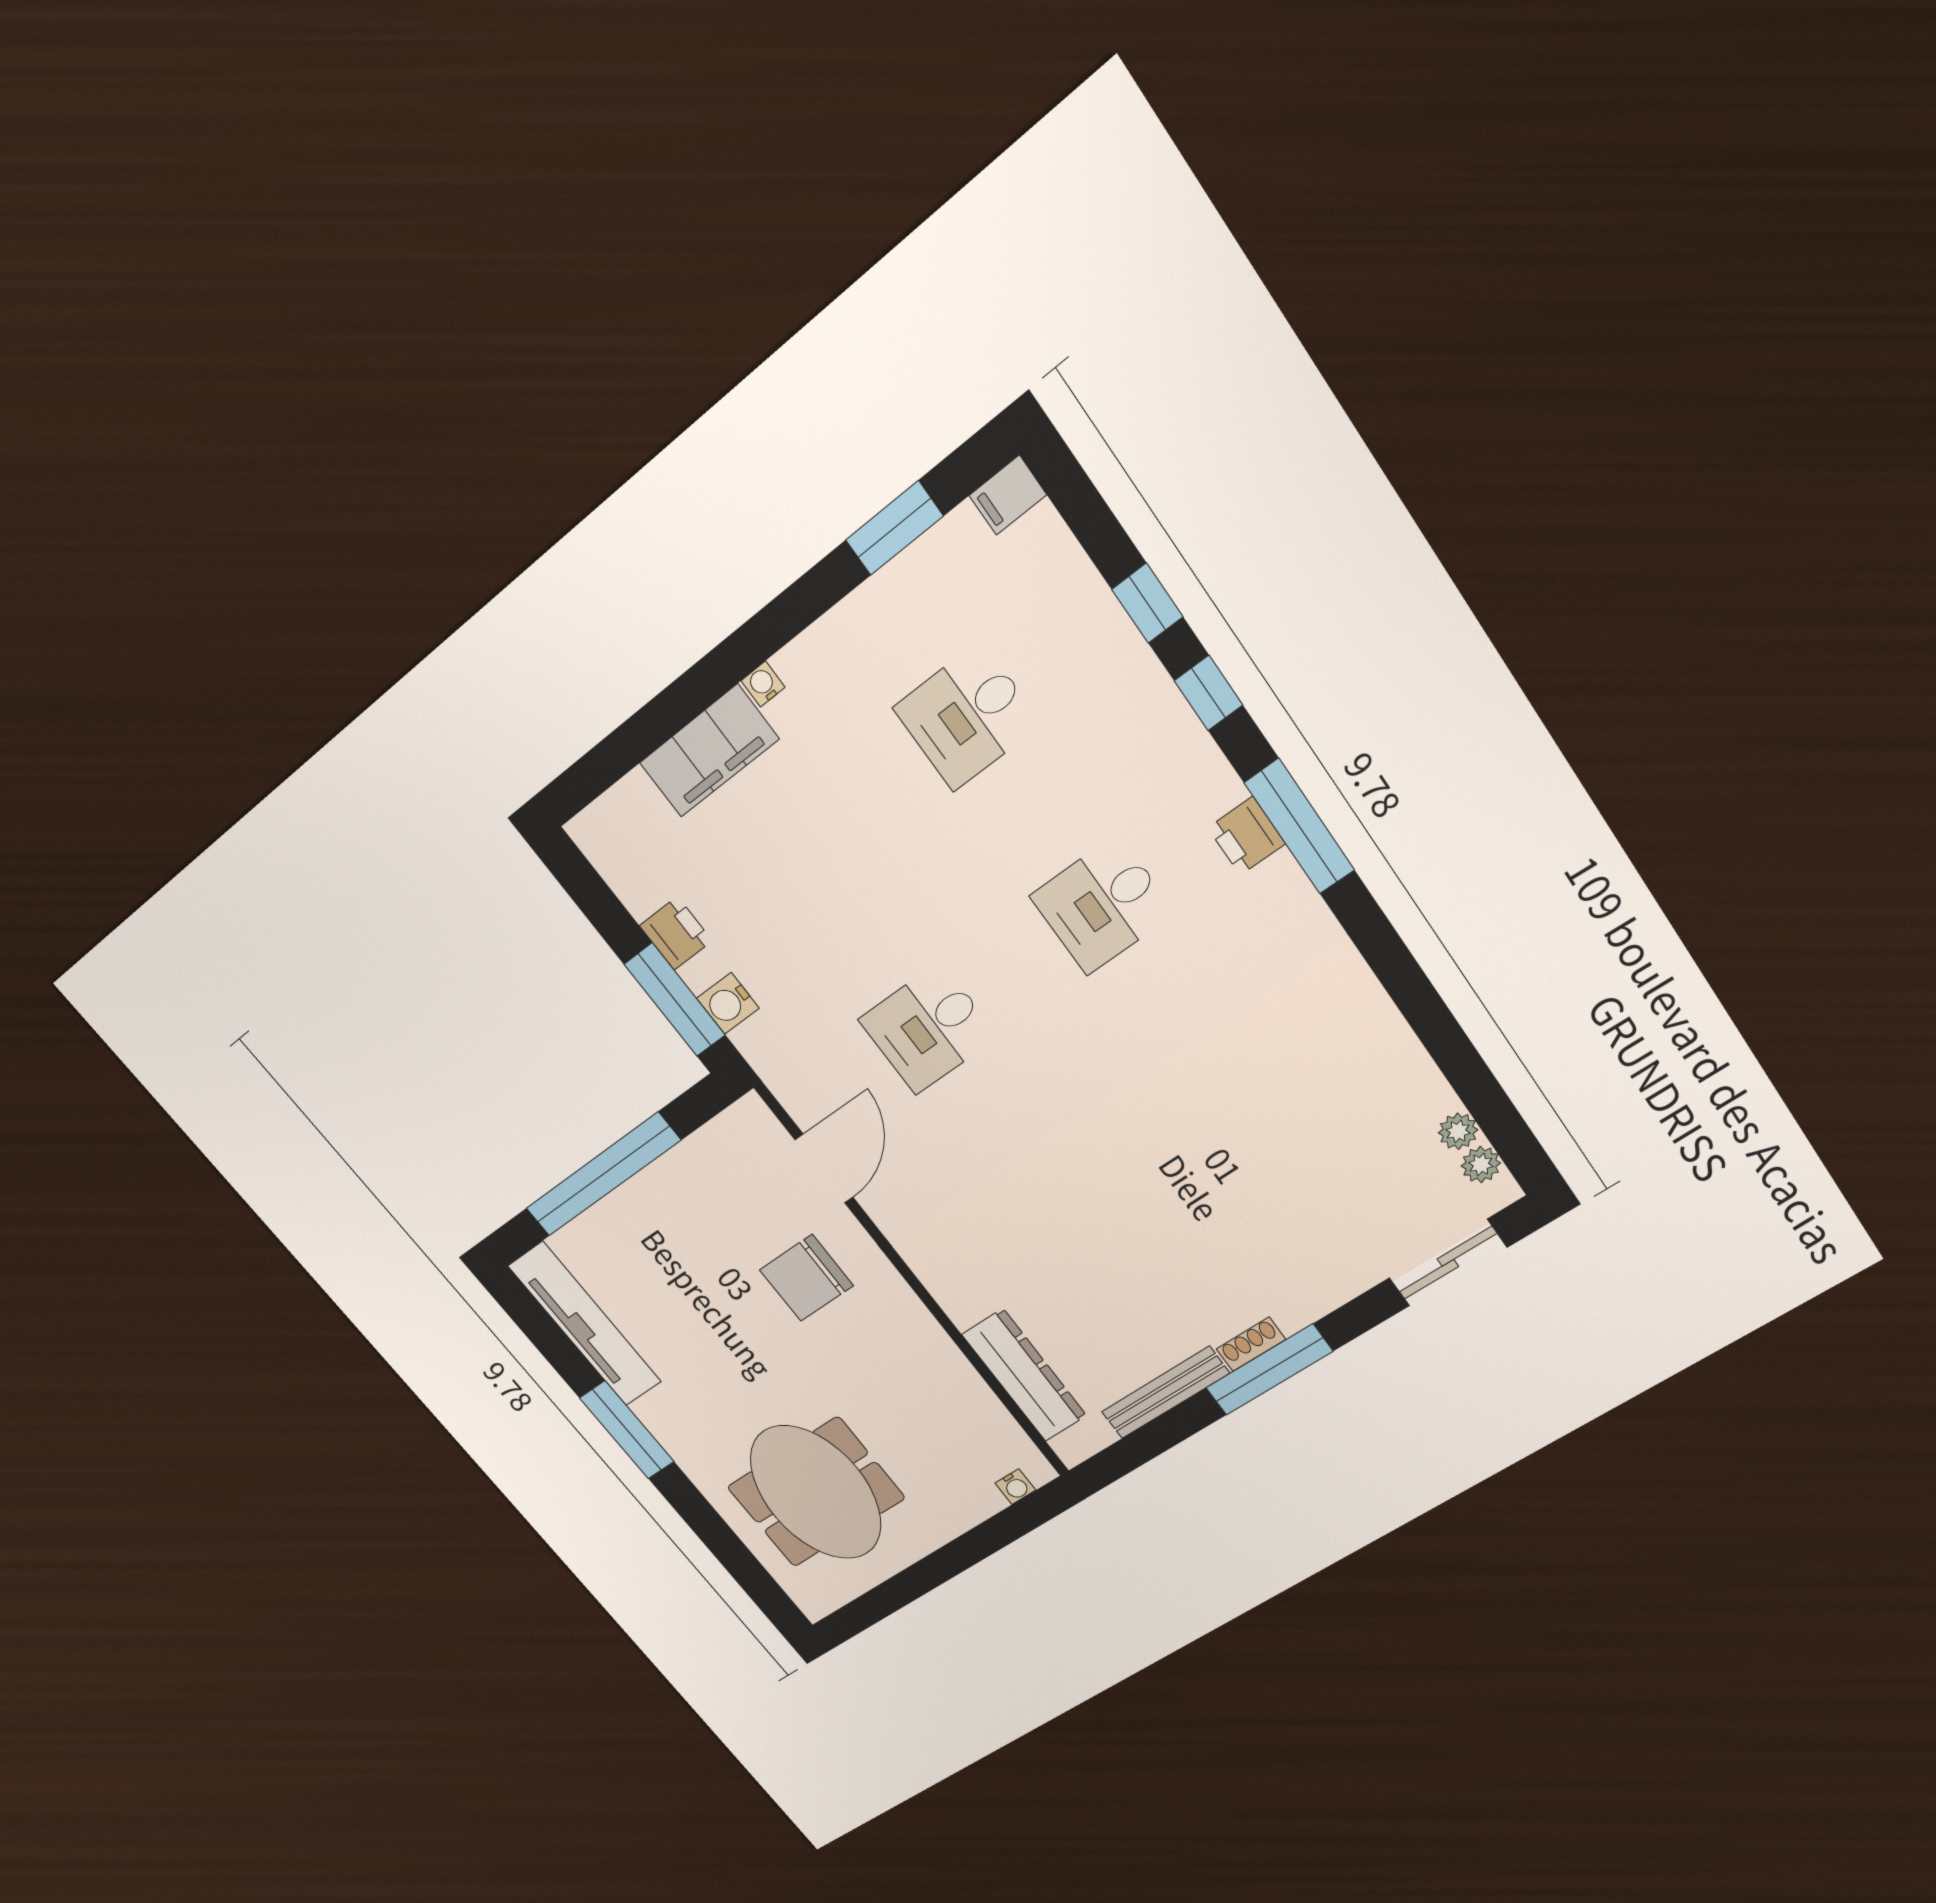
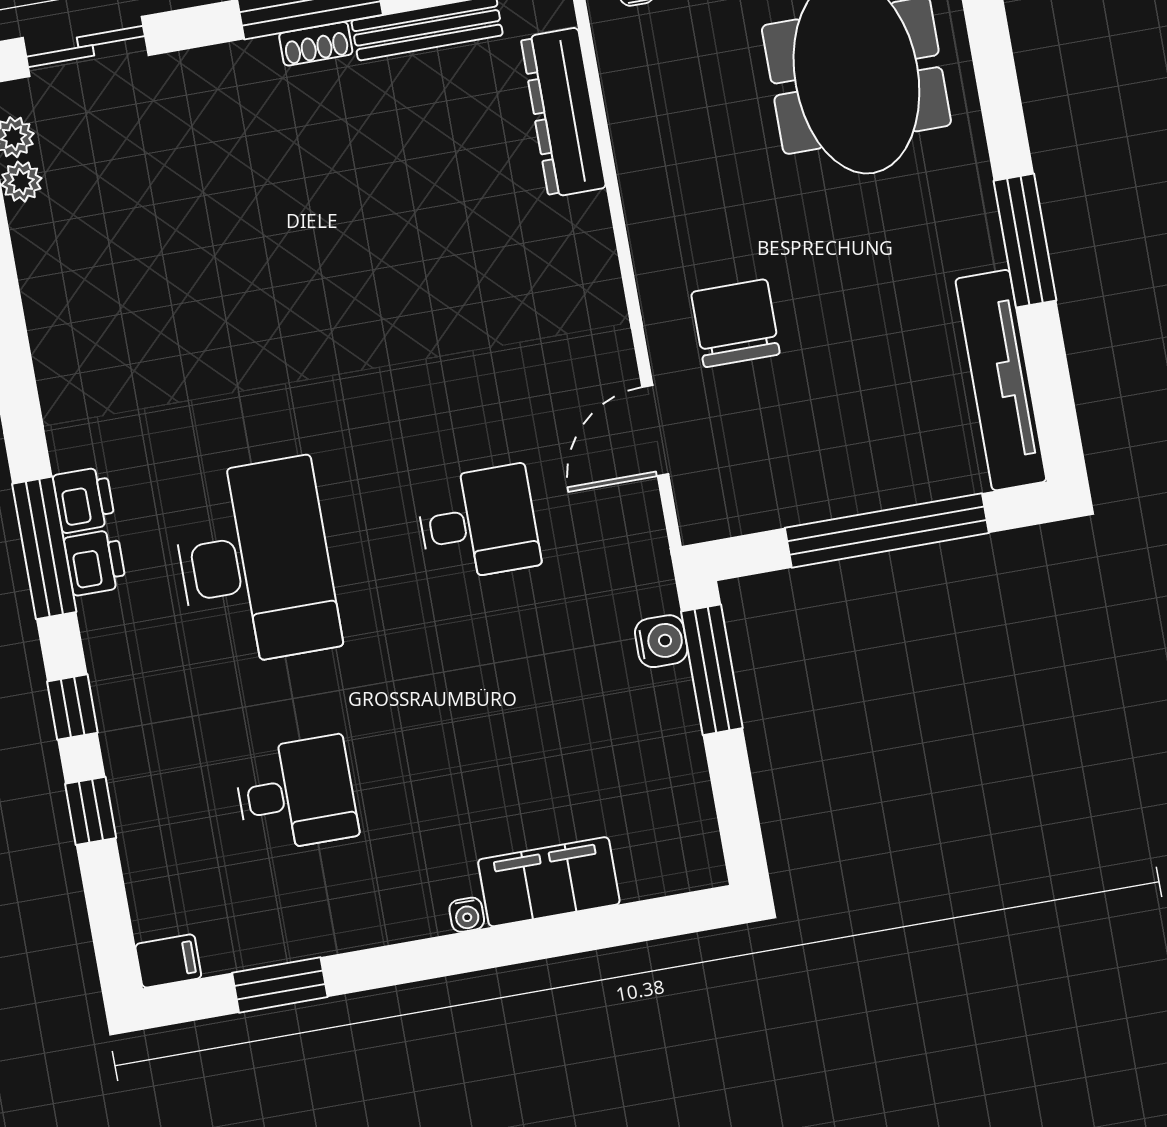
desk: (1102, 905) -> (255, 562), width x1.87, depth x1.30
printer: (676, 933) -> (84, 500), moved, turned 180
chair: (806, 1278) -> (735, 323), turned -90

